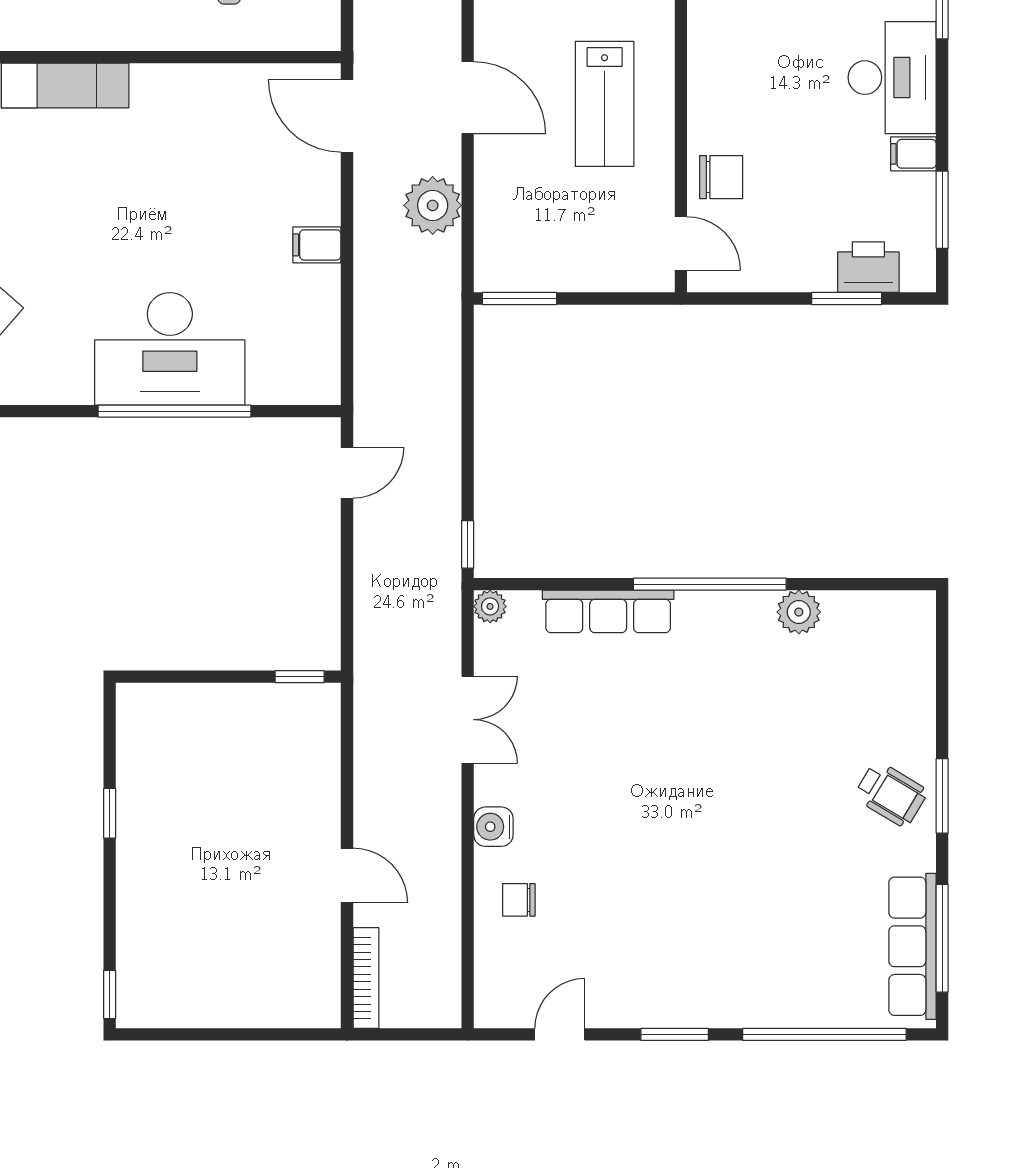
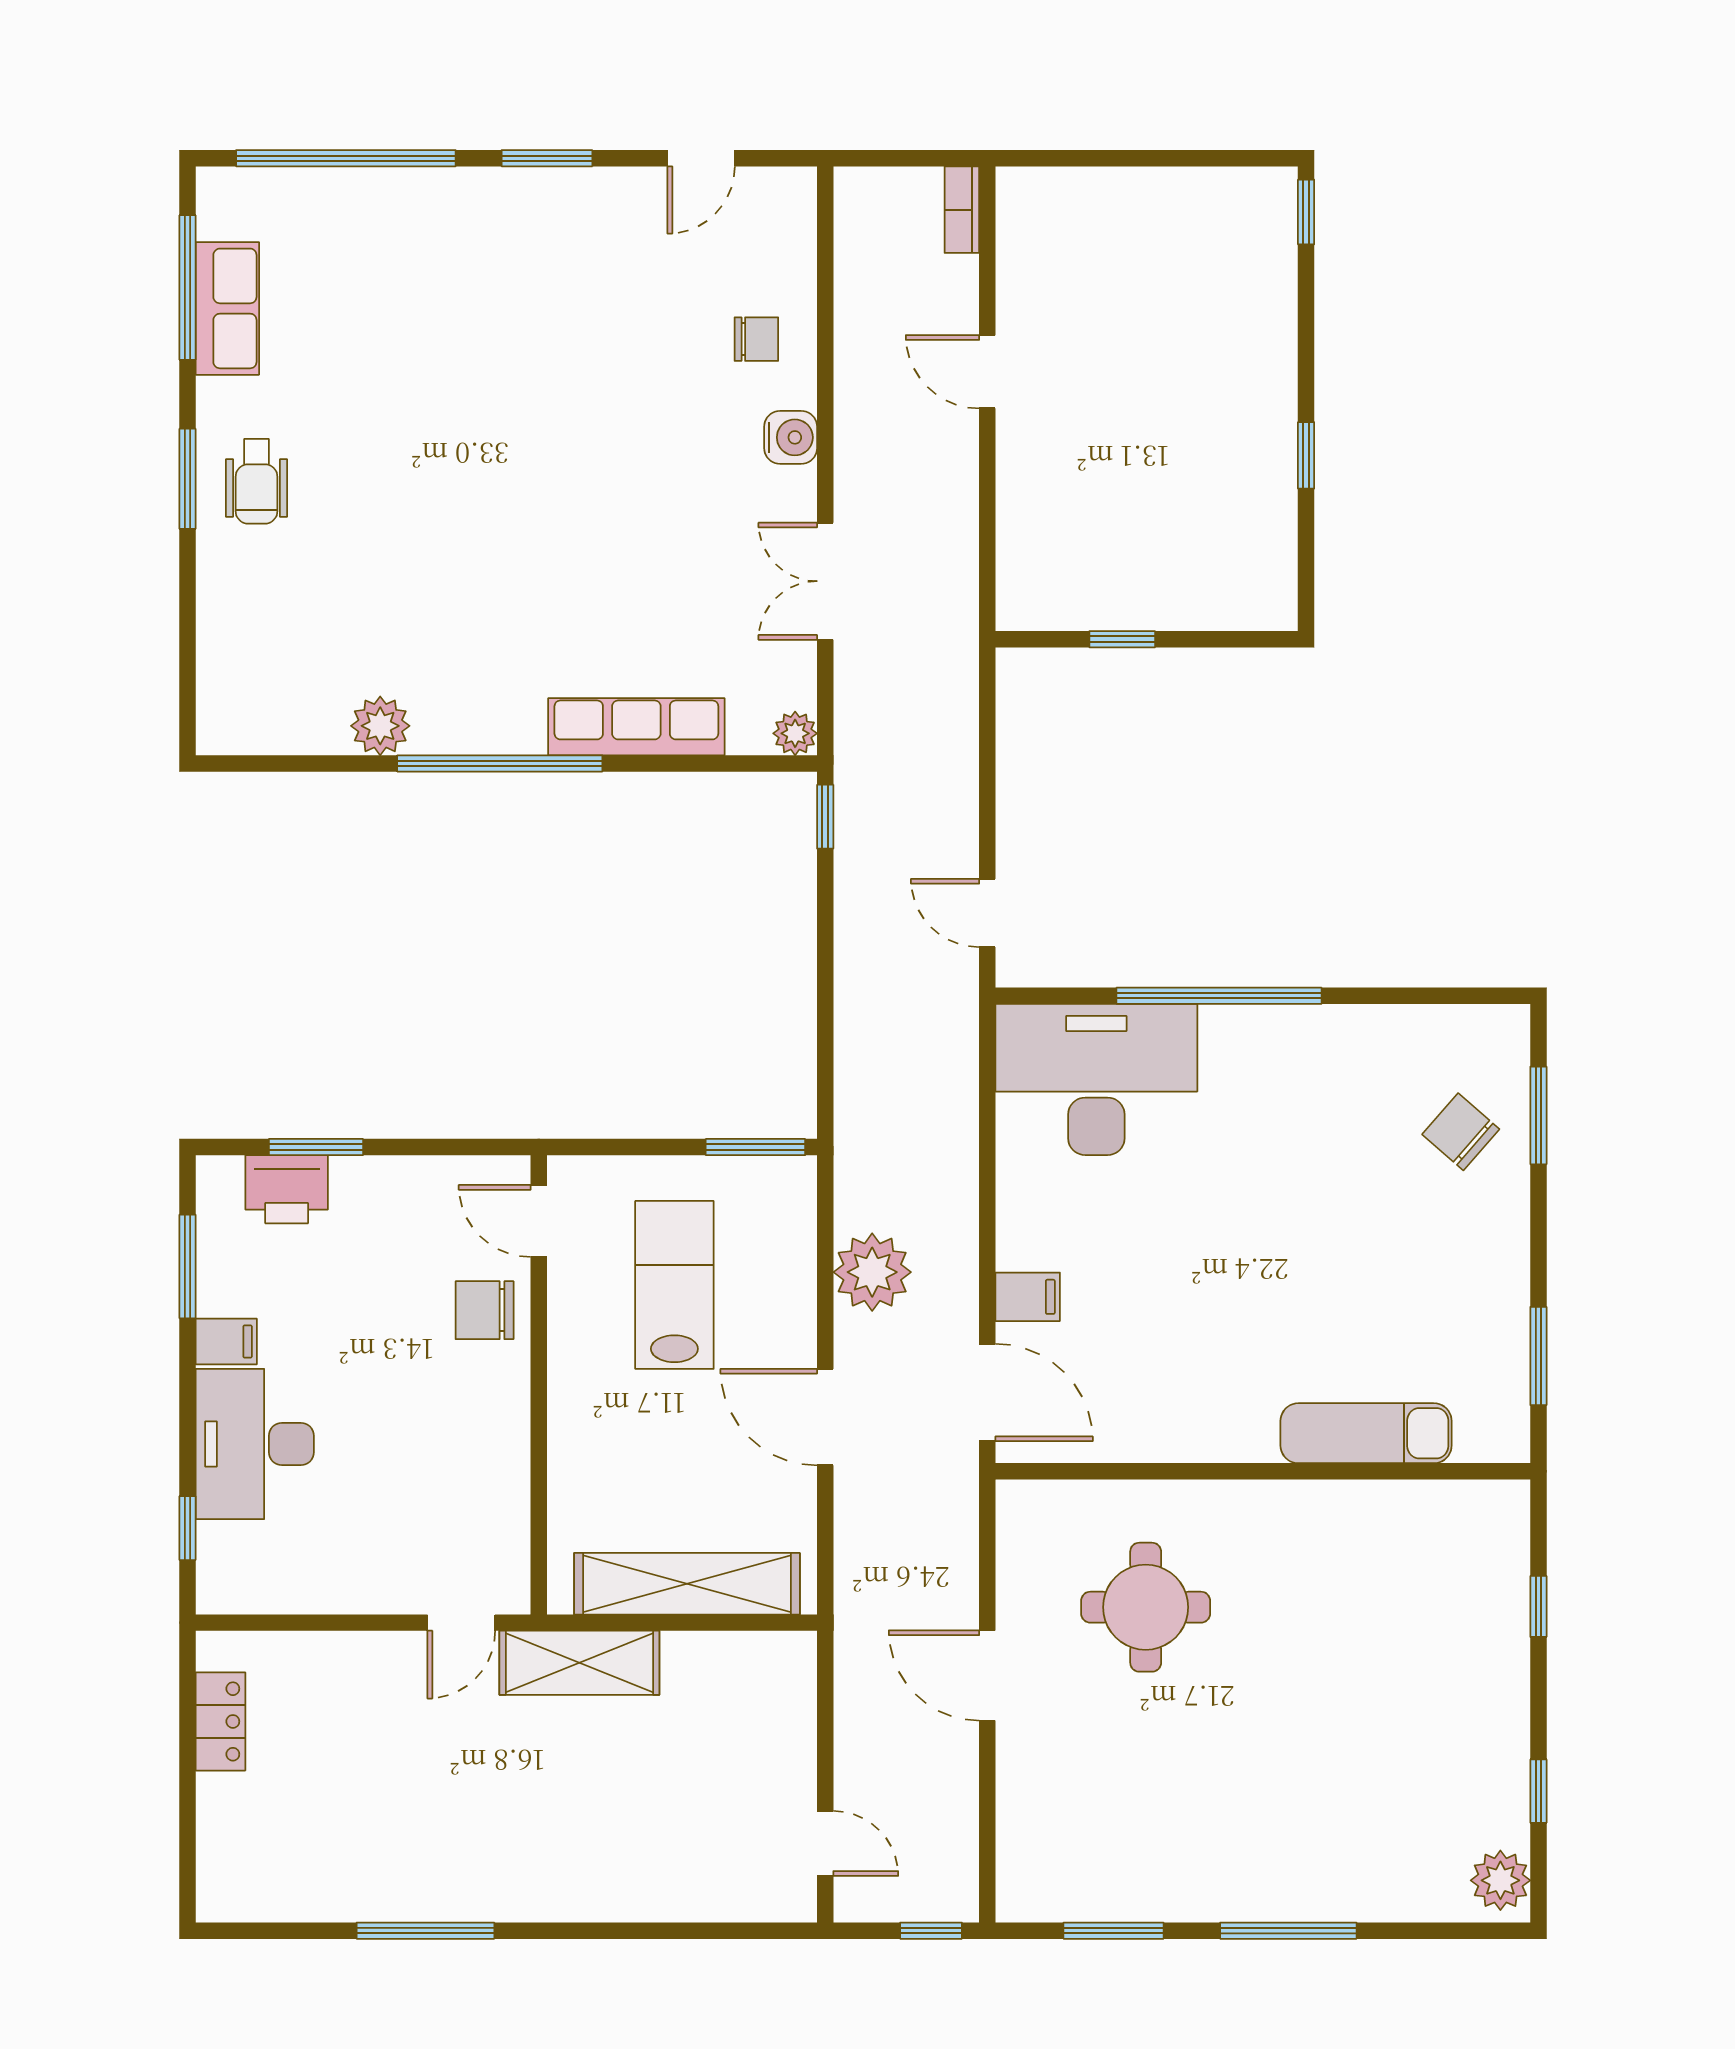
lab bench: (605, 104) -> (674, 1285), moved
filing cabinet: (317, 245) -> (1028, 1297), moved
desk: (170, 349) -> (1096, 1079), moved
door: (347, 473) -> (987, 913), hinge flipped
window: (300, 677) -> (1122, 639), moved
wheelchair: (891, 794) -> (257, 481), turned -121
row of seats: (913, 946) -> (227, 308), width x0.68
bookcase: (366, 978) -> (962, 210), width x0.64

